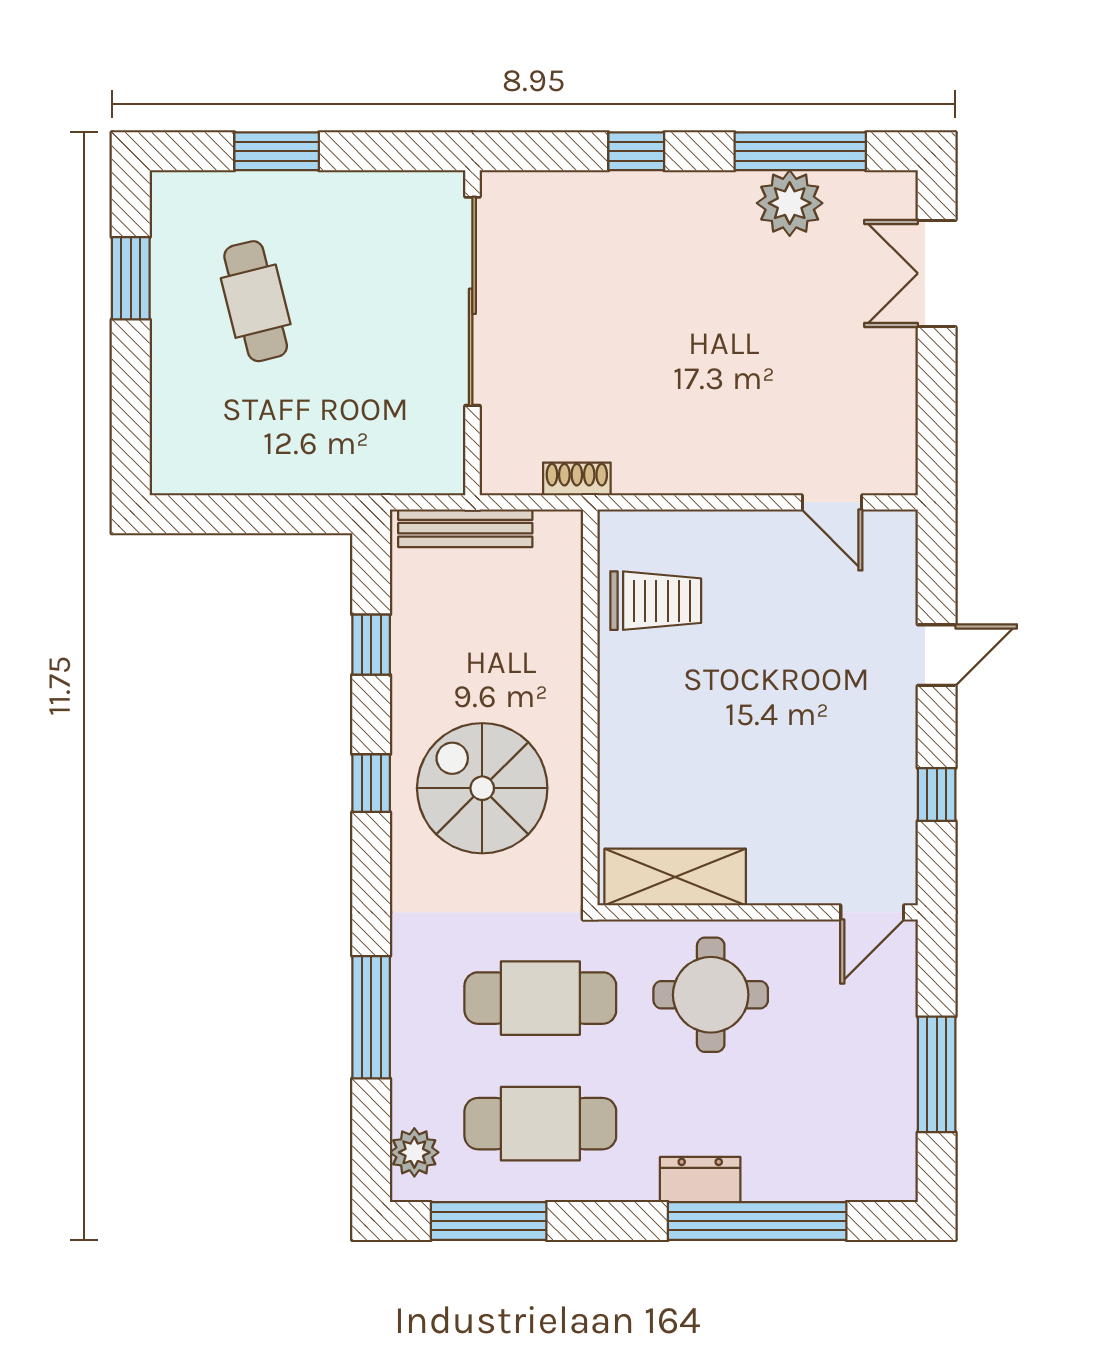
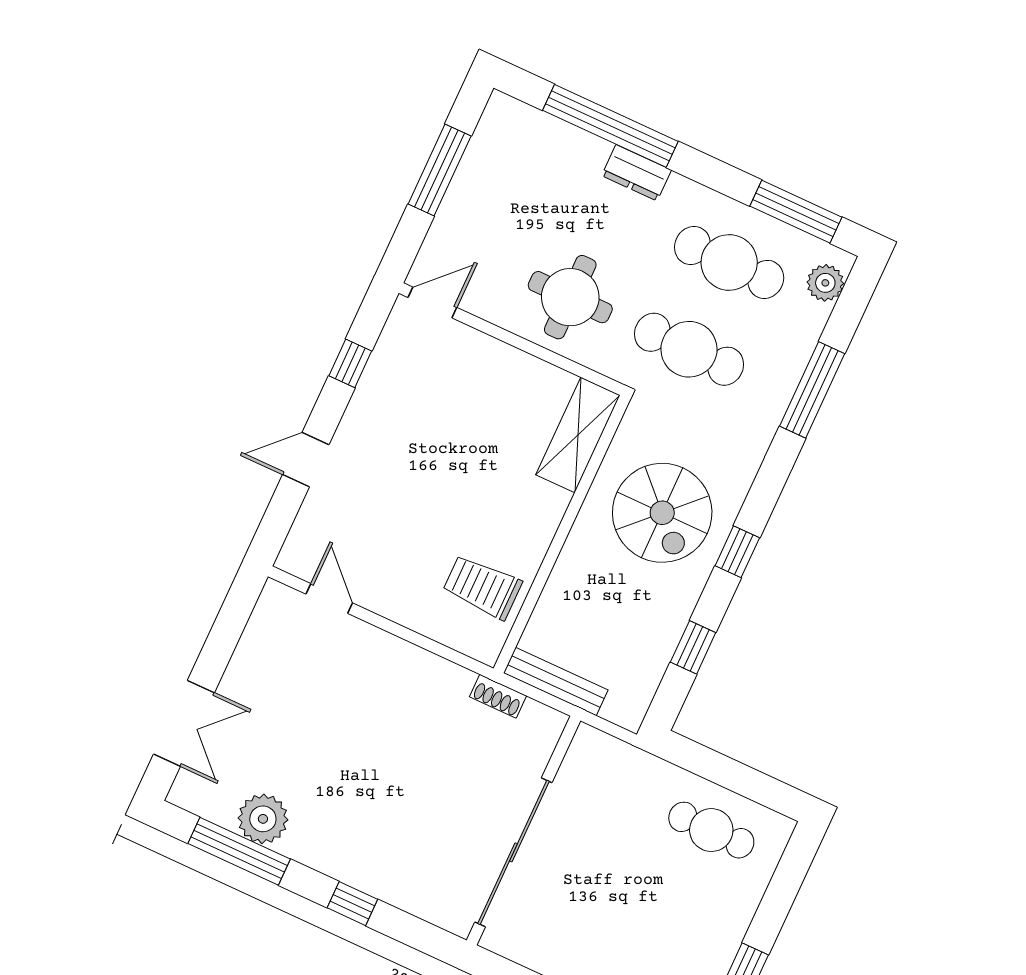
cafe table: (256, 301) -> (711, 830), moved, turned -76
bench: (465, 528) -> (556, 682), moved
shelving: (675, 877) -> (578, 435), moved, turned 90

